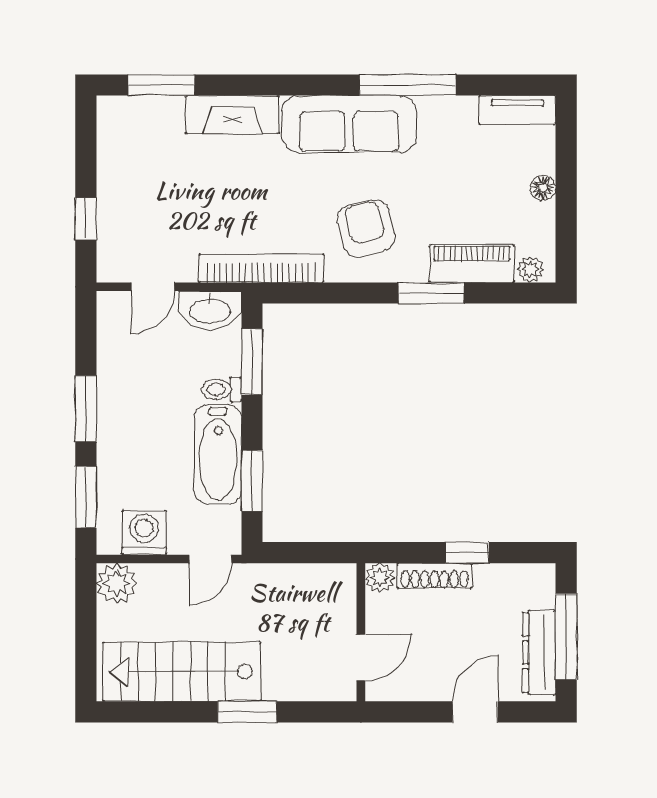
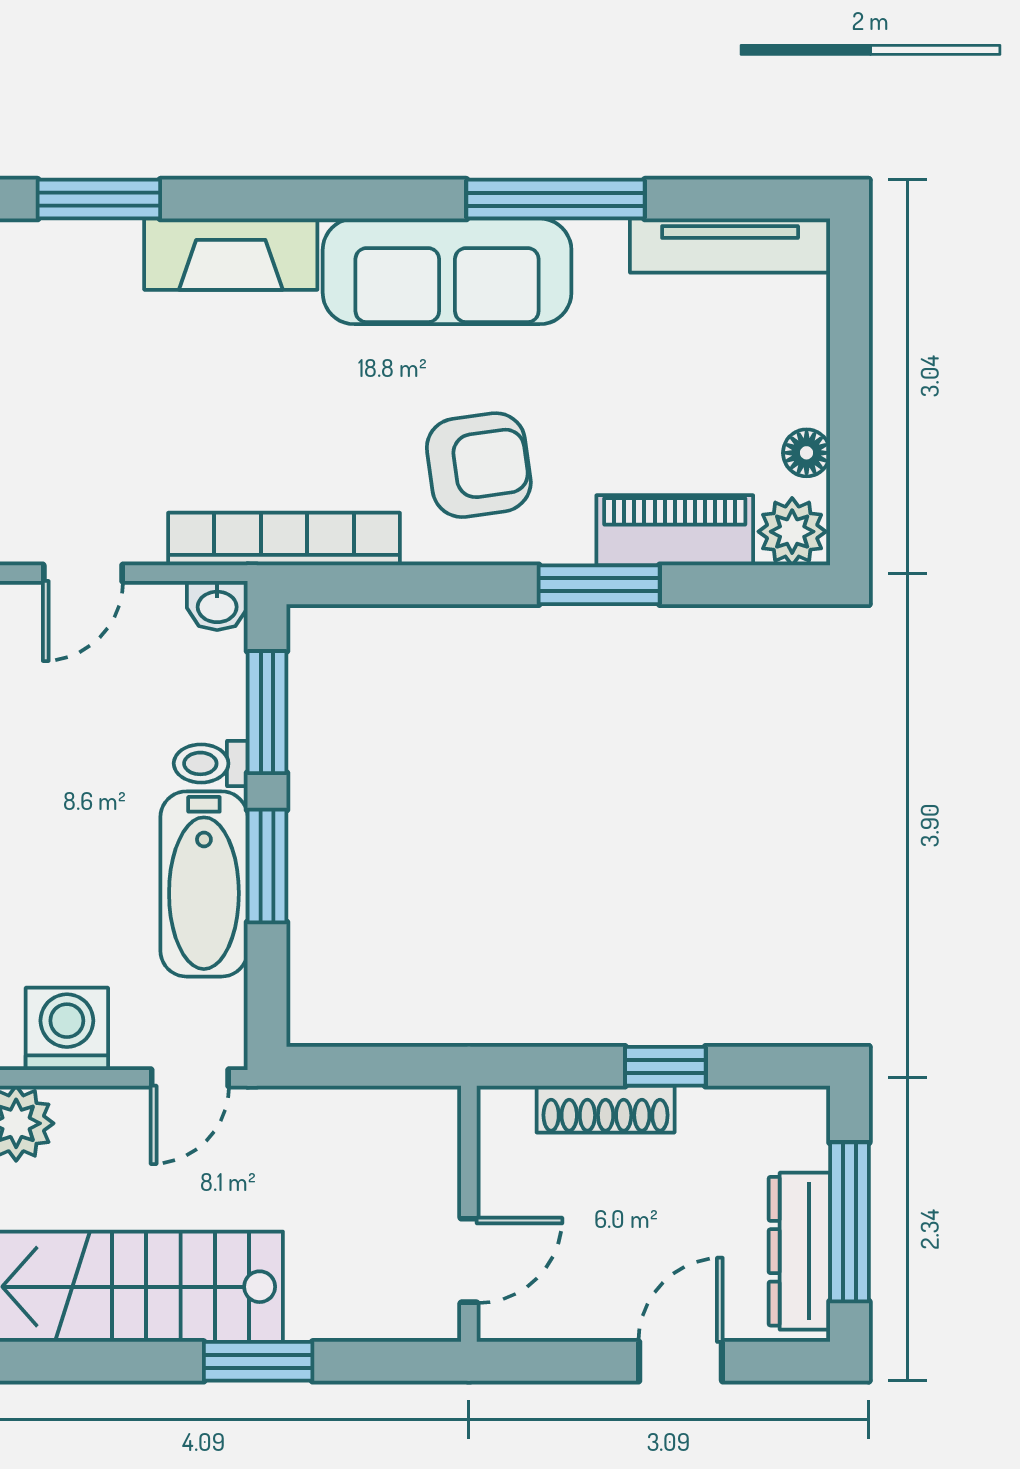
tv unit: (517, 110) -> (730, 246), width x1.41
floor lamp: (543, 188) -> (807, 453), moved
armchair: (366, 228) -> (479, 465), turned 96
plant: (530, 269) -> (792, 532), width x1.38, depth x1.38
washbasin: (210, 310) -> (217, 605), width x0.52, depth x0.69
window: (252, 481) -> (267, 866), moved
plant: (380, 578) -> (504, 1113), removed

